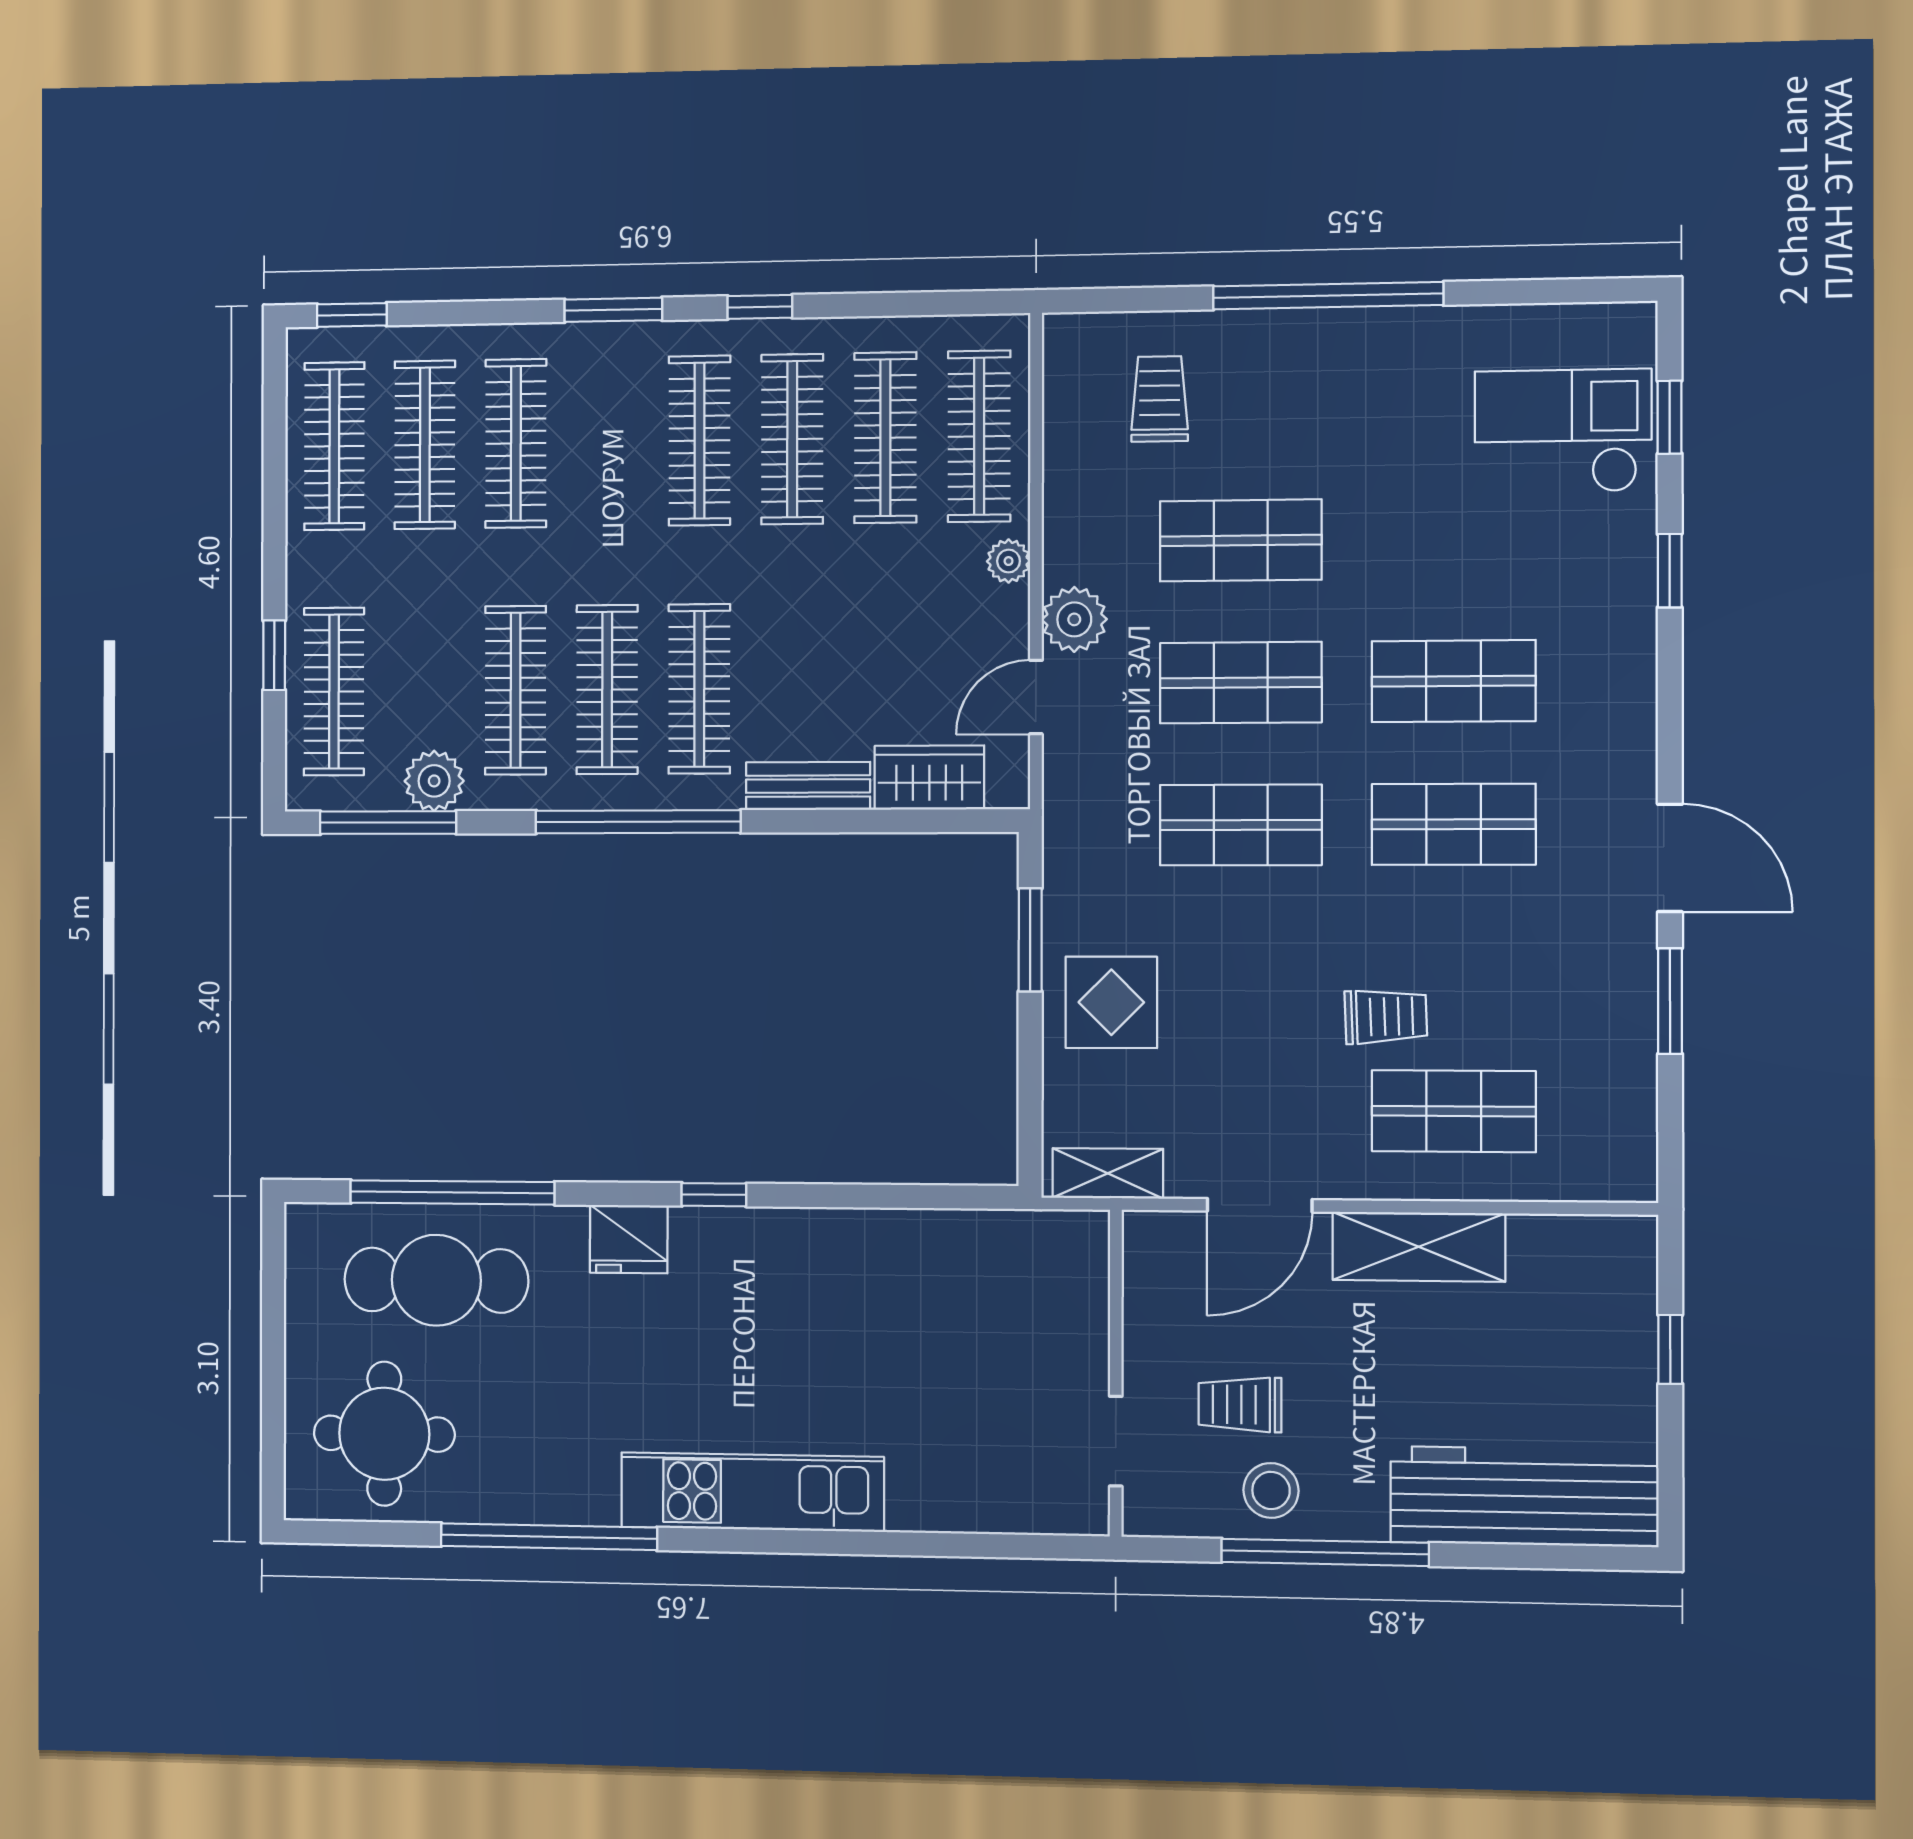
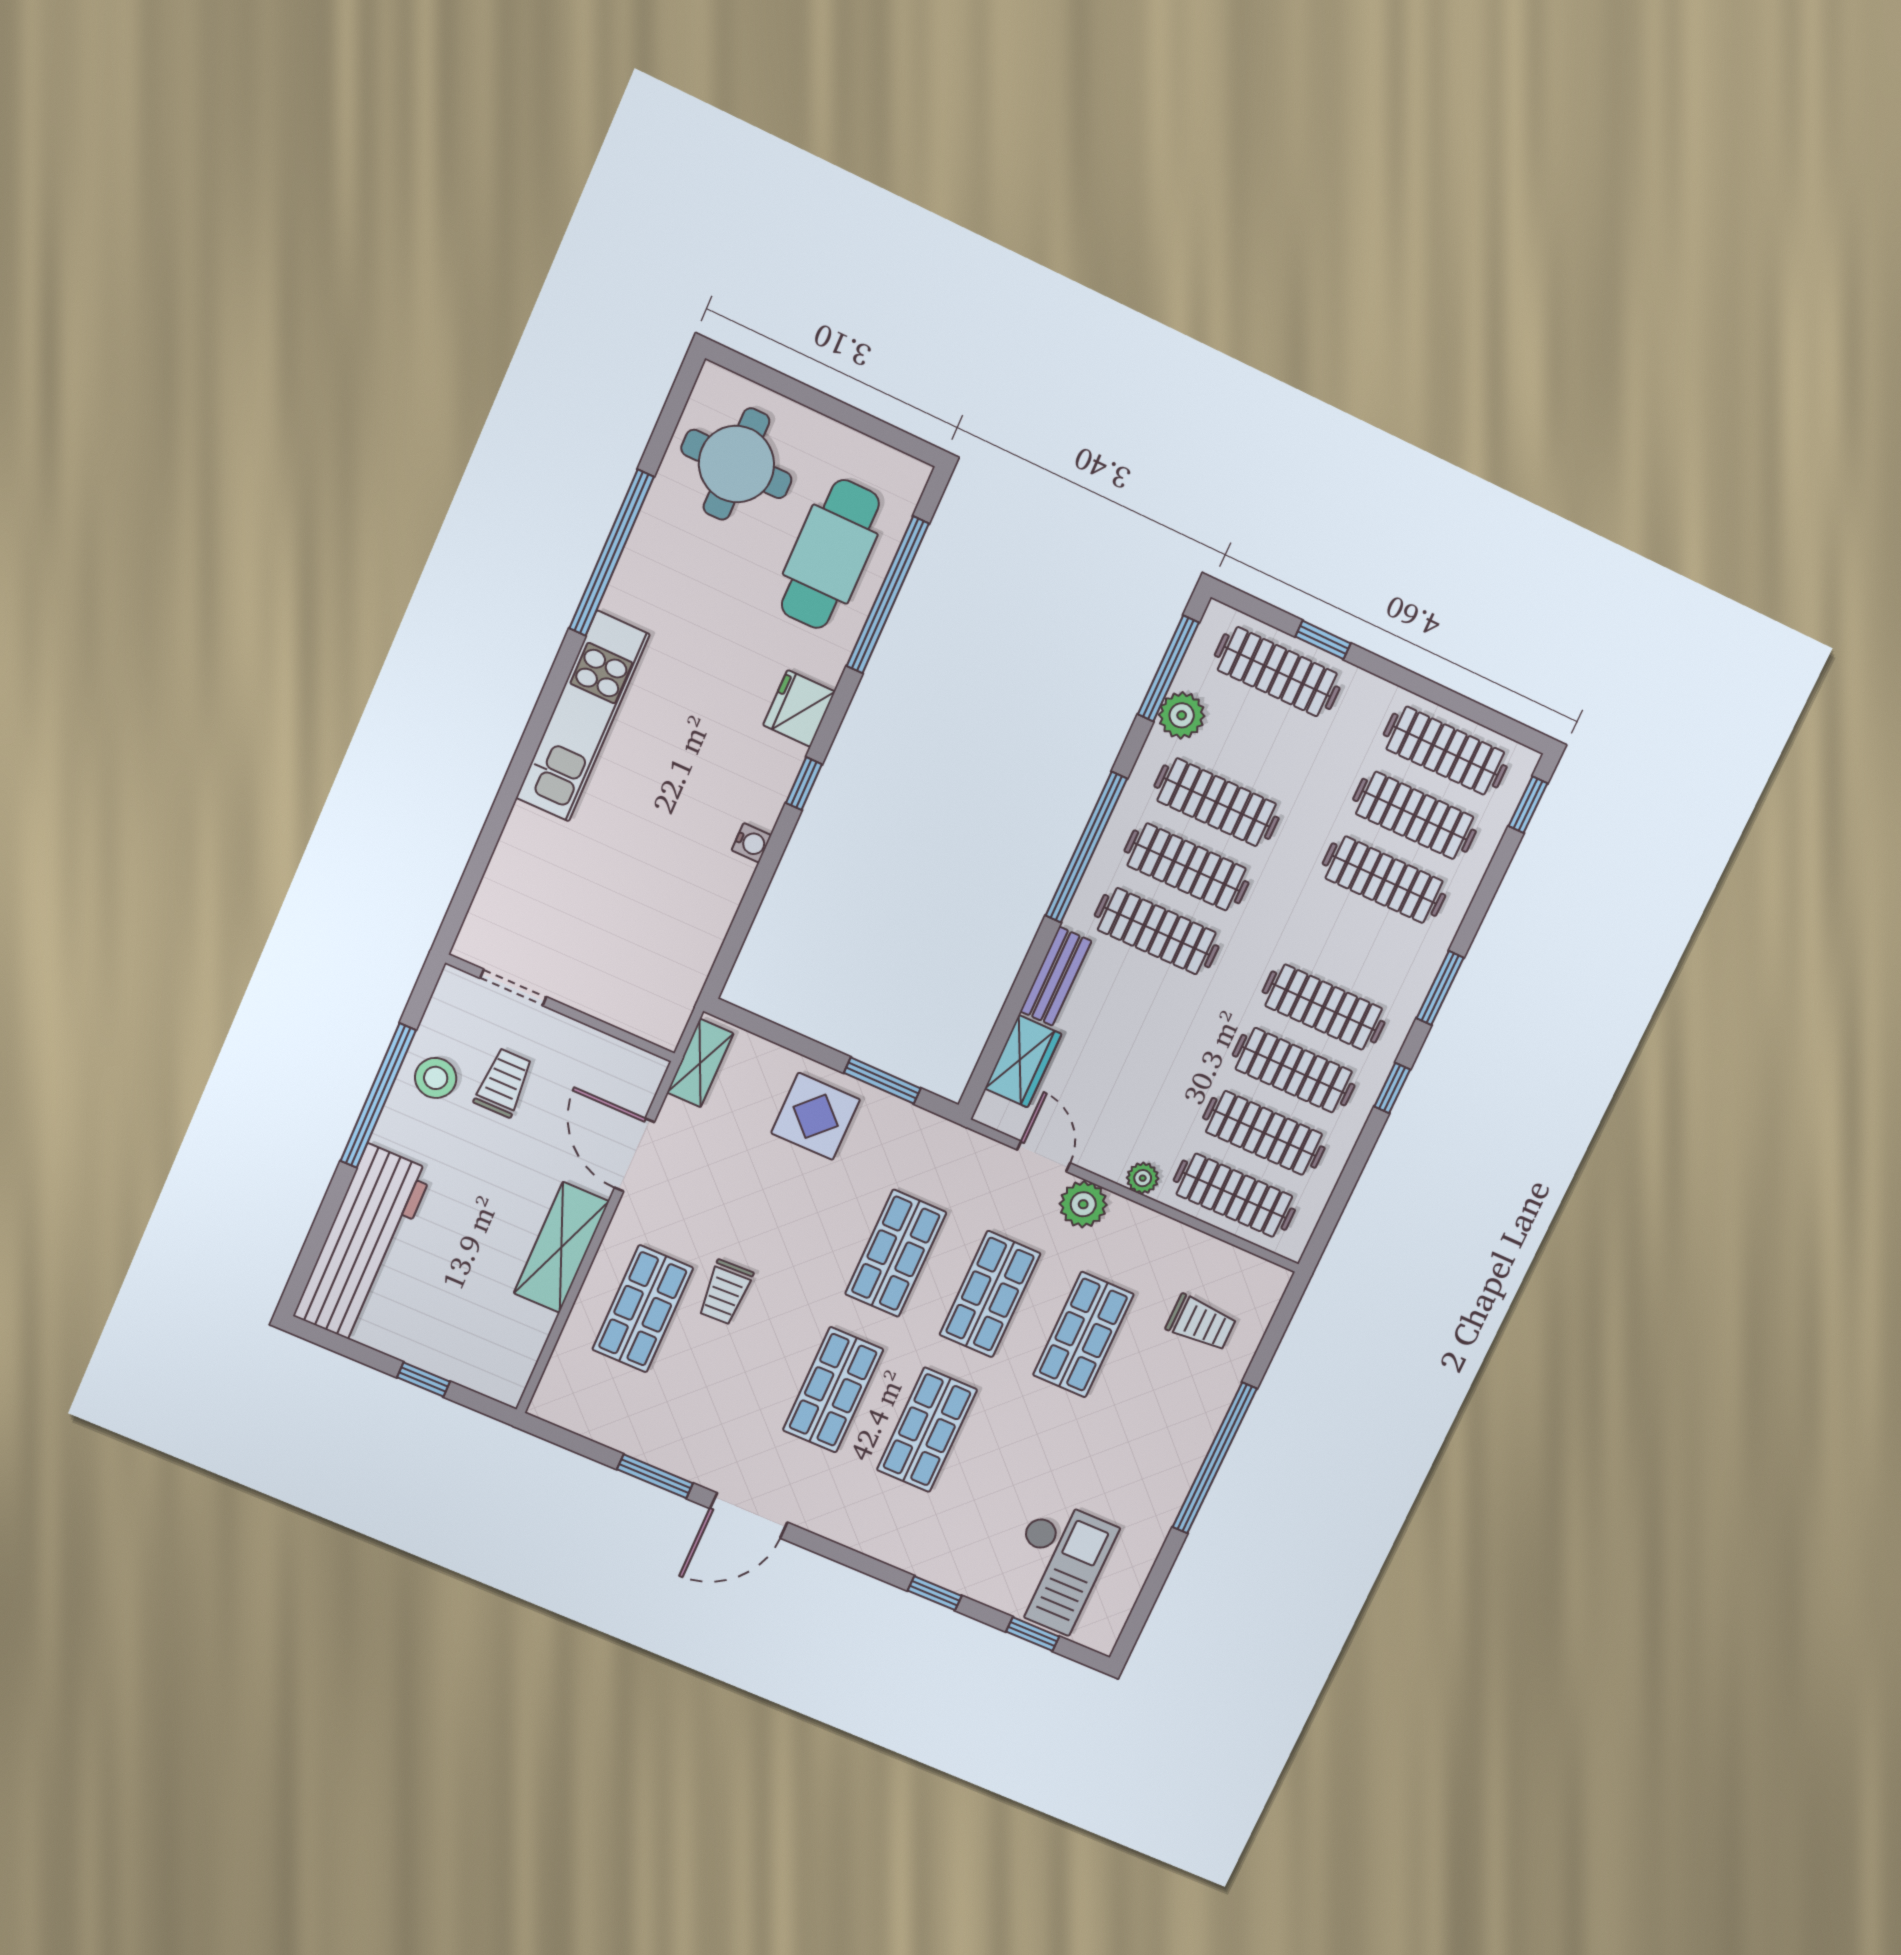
water cooler: (812, 1227) -> (751, 843), added

